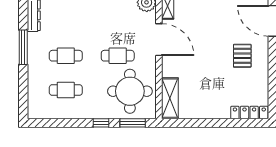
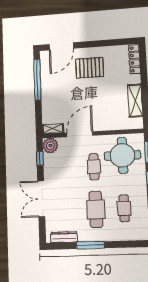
cafe table: (66, 56) -> (96, 209), width x1.37, depth x1.35
pallet: (242, 56) -> (90, 68), width x1.50, depth x1.42
shelving: (170, 98) -> (135, 101), moved, turned 90

